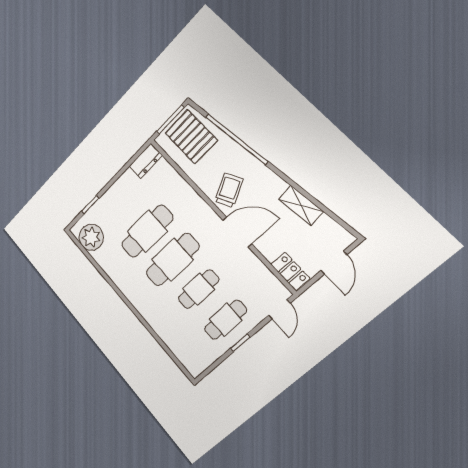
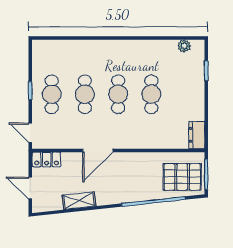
trolley: (229, 190) -> (127, 169), removed
cafe table: (147, 231) -> (151, 94), width x0.73, depth x0.74
plant: (91, 237) -> (184, 46), width x0.53, depth x0.53
cafe table: (172, 260) -> (118, 94), width x0.73, depth x0.74

